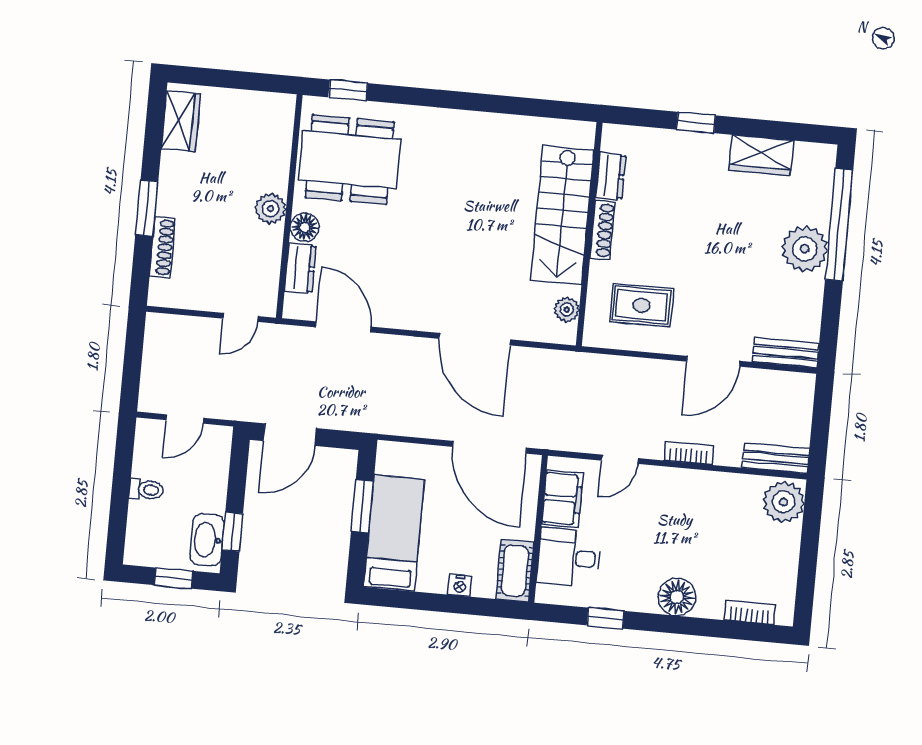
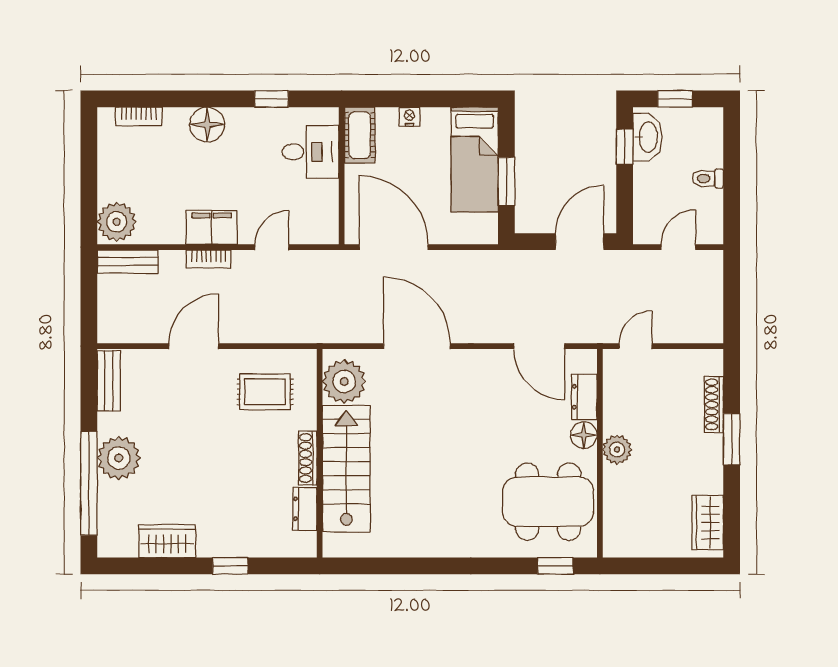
plant: (567, 309) -> (344, 381), width x1.87, depth x1.87
bench: (786, 353) -> (109, 381), moved, turned 90
filing cabinet: (562, 499) -> (212, 227), moved, turned 90

